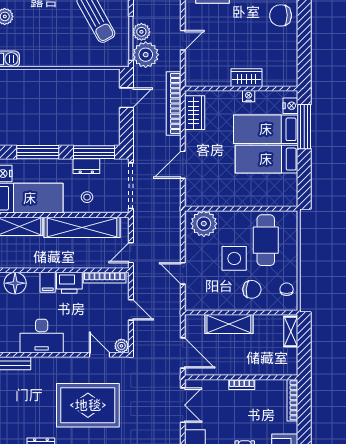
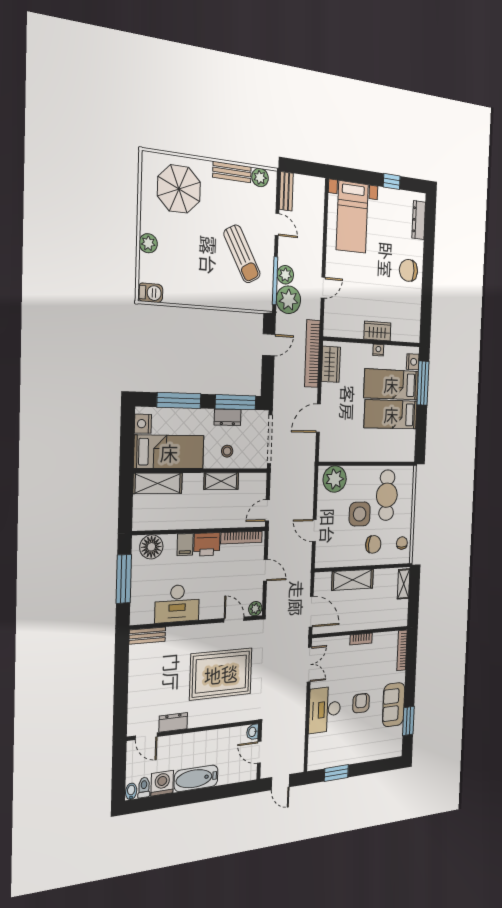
shelving: (82, 227) -> (221, 481), width x0.45, depth x0.75

